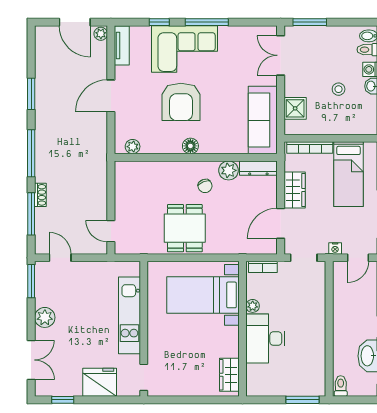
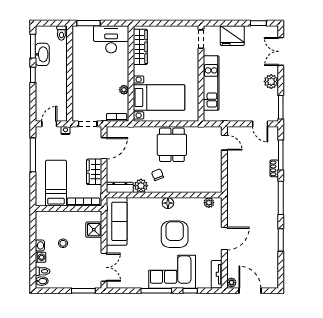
desk: (265, 339) -> (111, 39), moved, turned -90
wardrobe: (229, 375) -> (140, 47), width x1.50

